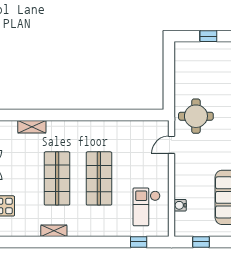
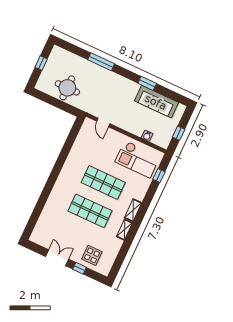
round table: (196, 116) -> (67, 88), moved
shelving: (32, 127) -> (133, 210), moved
checkout: (147, 207) -> (137, 159), width x1.36, depth x1.21

